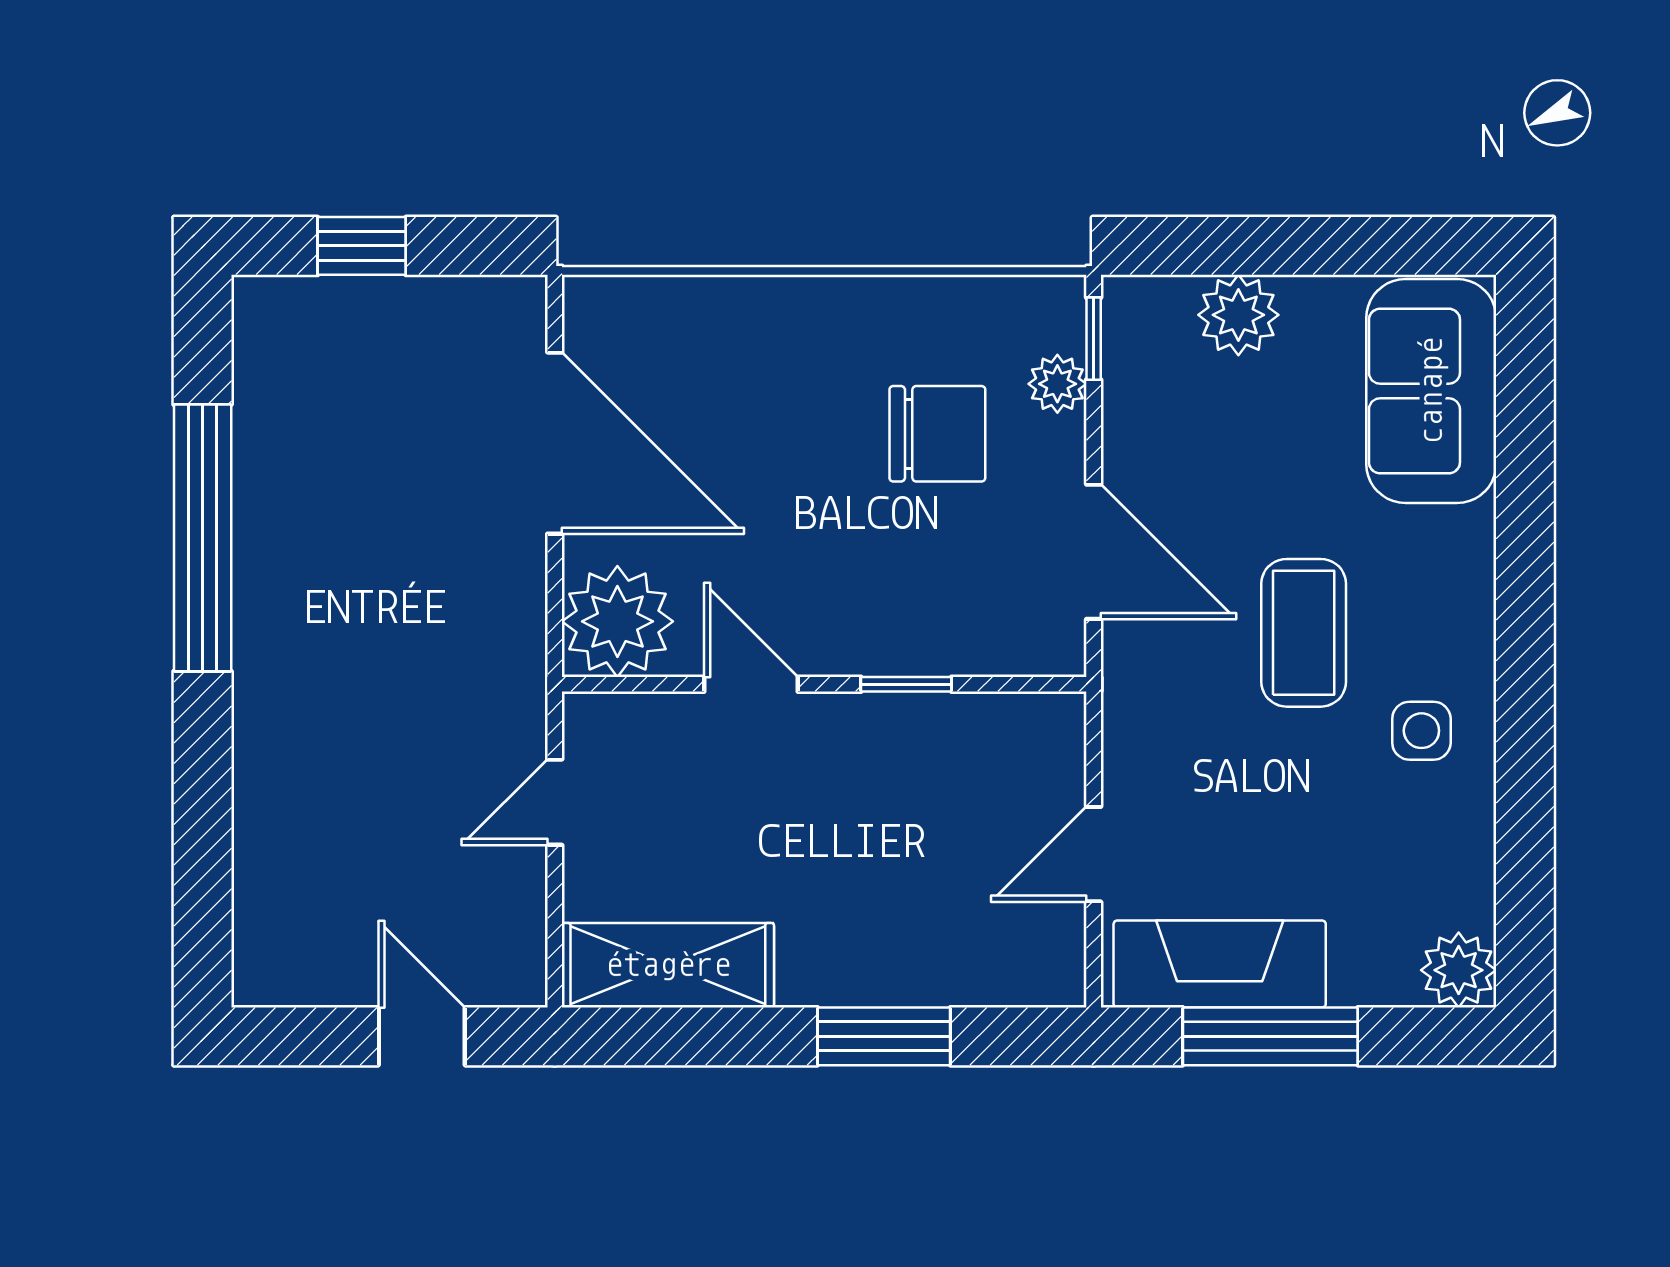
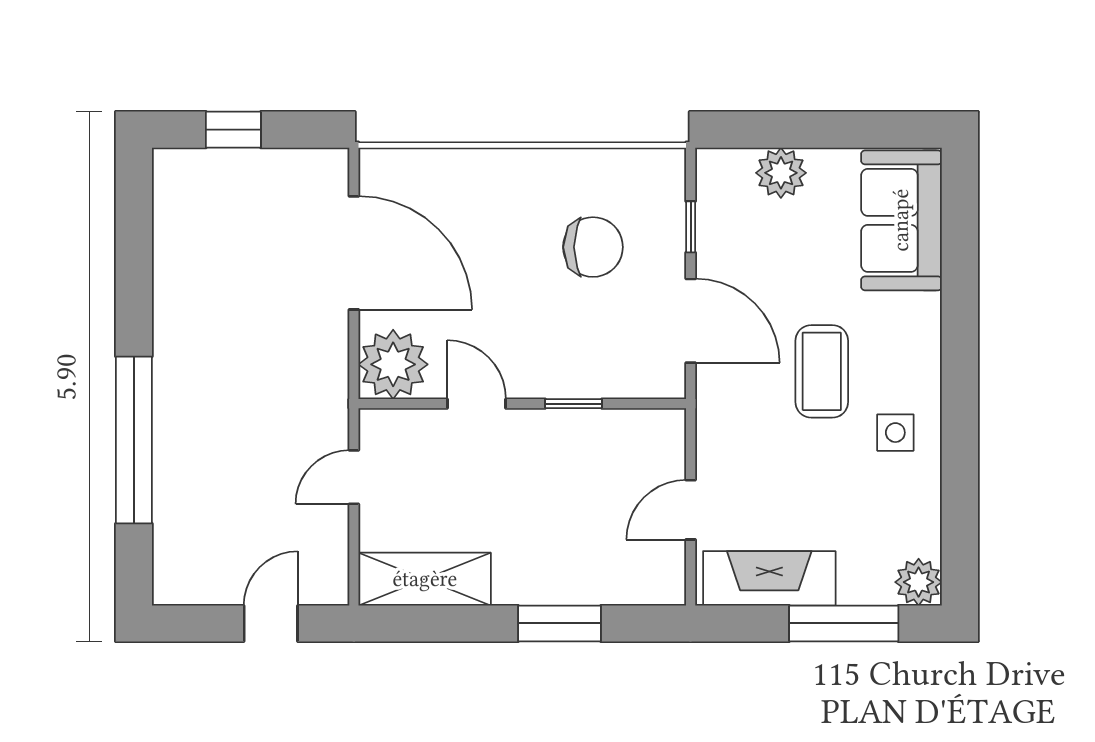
window: (1094, 339) -> (691, 227), moved
plant: (1057, 384) -> (668, 216), removed
window: (203, 538) -> (134, 440), moved
door: (422, 1036) -> (271, 623), hinge flipped
window: (1270, 1036) -> (844, 623), moved

